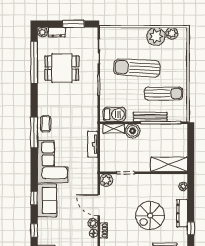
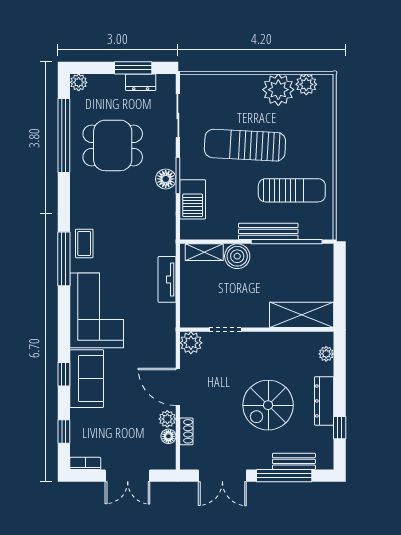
dresser: (57, 32) -> (141, 82), moved
floor lamp: (92, 87) -> (166, 179), added
barbecue: (114, 114) -> (193, 199), moved, turned 90

